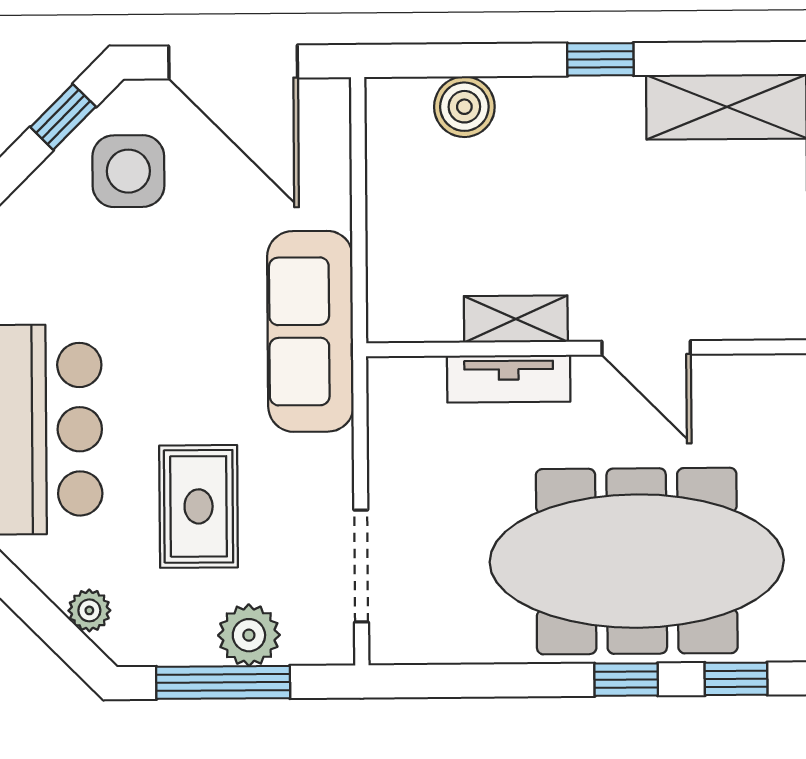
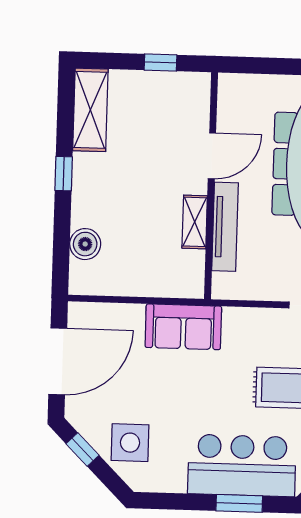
side table: (128, 171) -> (130, 443), moved
sofa: (310, 331) -> (183, 327), width x0.73
tv unit: (509, 379) -> (225, 227), width x1.41

